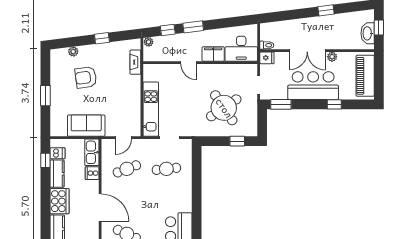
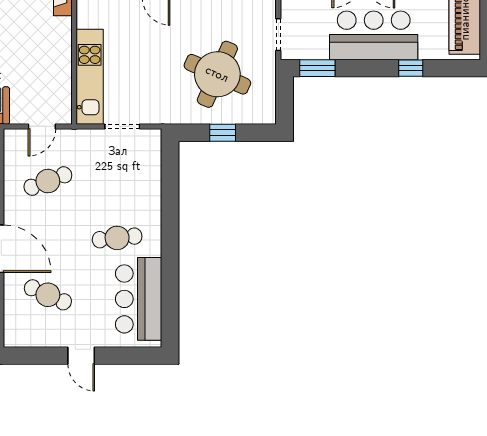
round table: (224, 108) -> (217, 74), turned -32
window: (237, 141) -> (223, 133), moved
cafe table: (166, 169) -> (117, 238), moved

